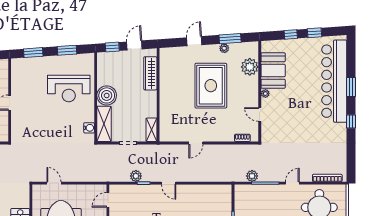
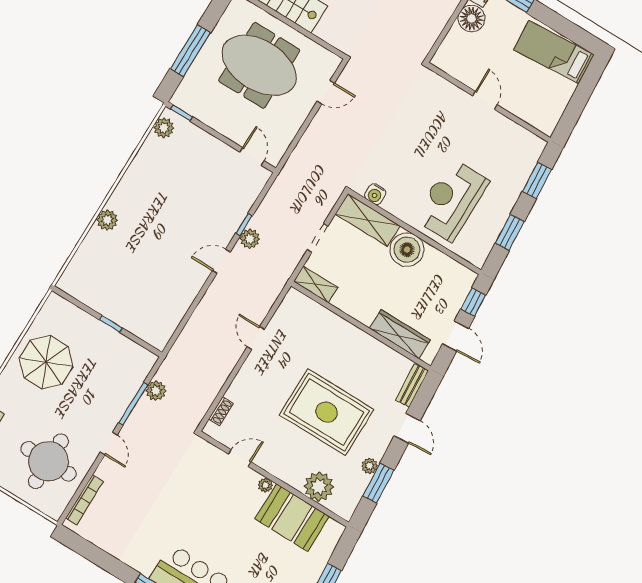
bench: (172, 52) -> (412, 385), added
plant: (136, 176) -> (250, 239), moved

